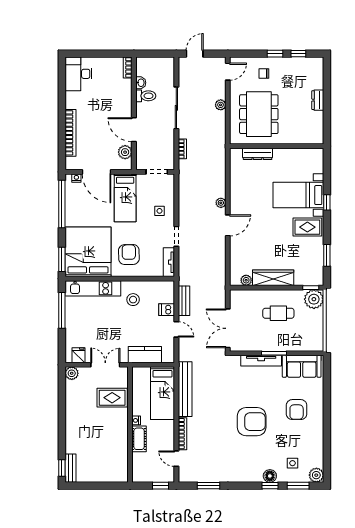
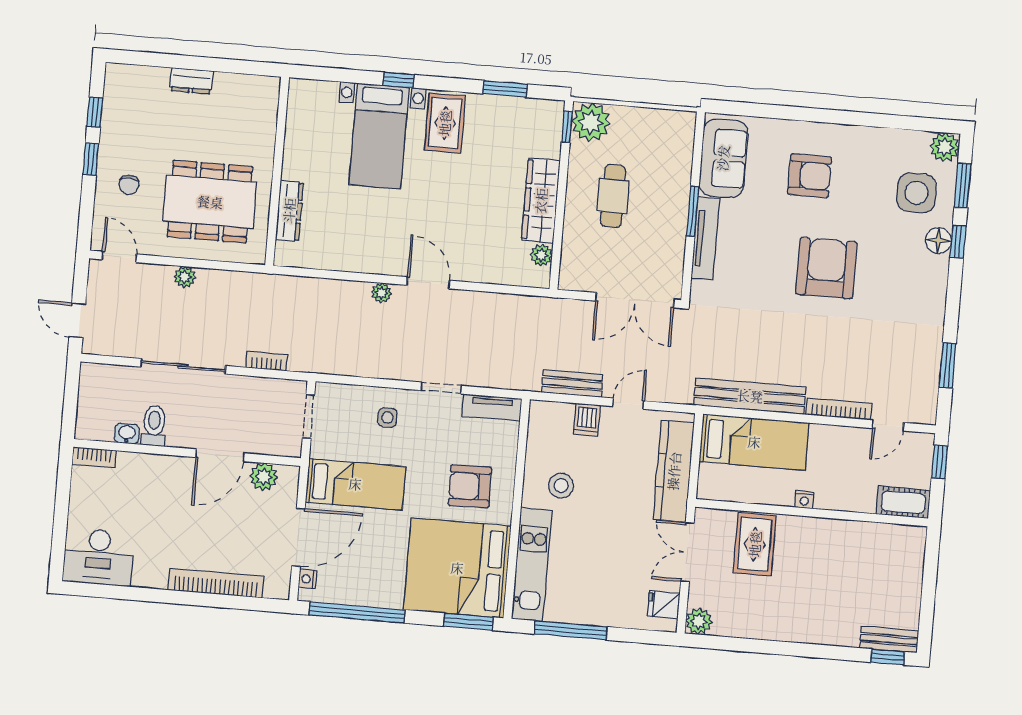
kitchen counter: (145, 355) -> (674, 471), width x1.50
cot: (139, 439) -> (903, 502), moved
side table: (293, 463) -> (917, 193), width x1.87, depth x1.87

